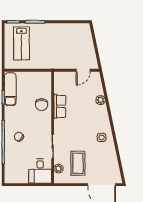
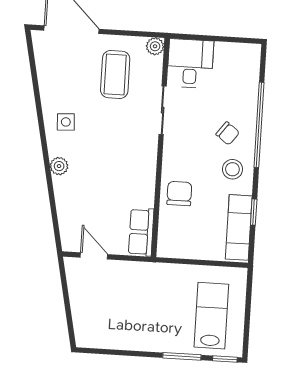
door: (83, 70) -> (94, 256), hinge flipped
plant: (101, 100) -> (59, 166), moved
row of seats: (60, 106) -> (141, 232), moved
stool: (15, 119) -> (232, 169), added
plant: (59, 169) -> (155, 46), moved

